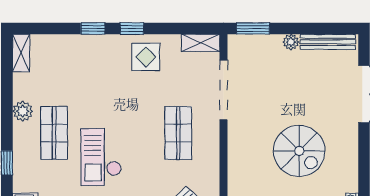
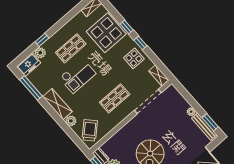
window: (253, 28) -> (210, 122), moved
display table: (76, 64) -> (106, 33), added
plant: (23, 111) -> (40, 53), moved
checkout: (101, 157) -> (78, 76), turned 180

